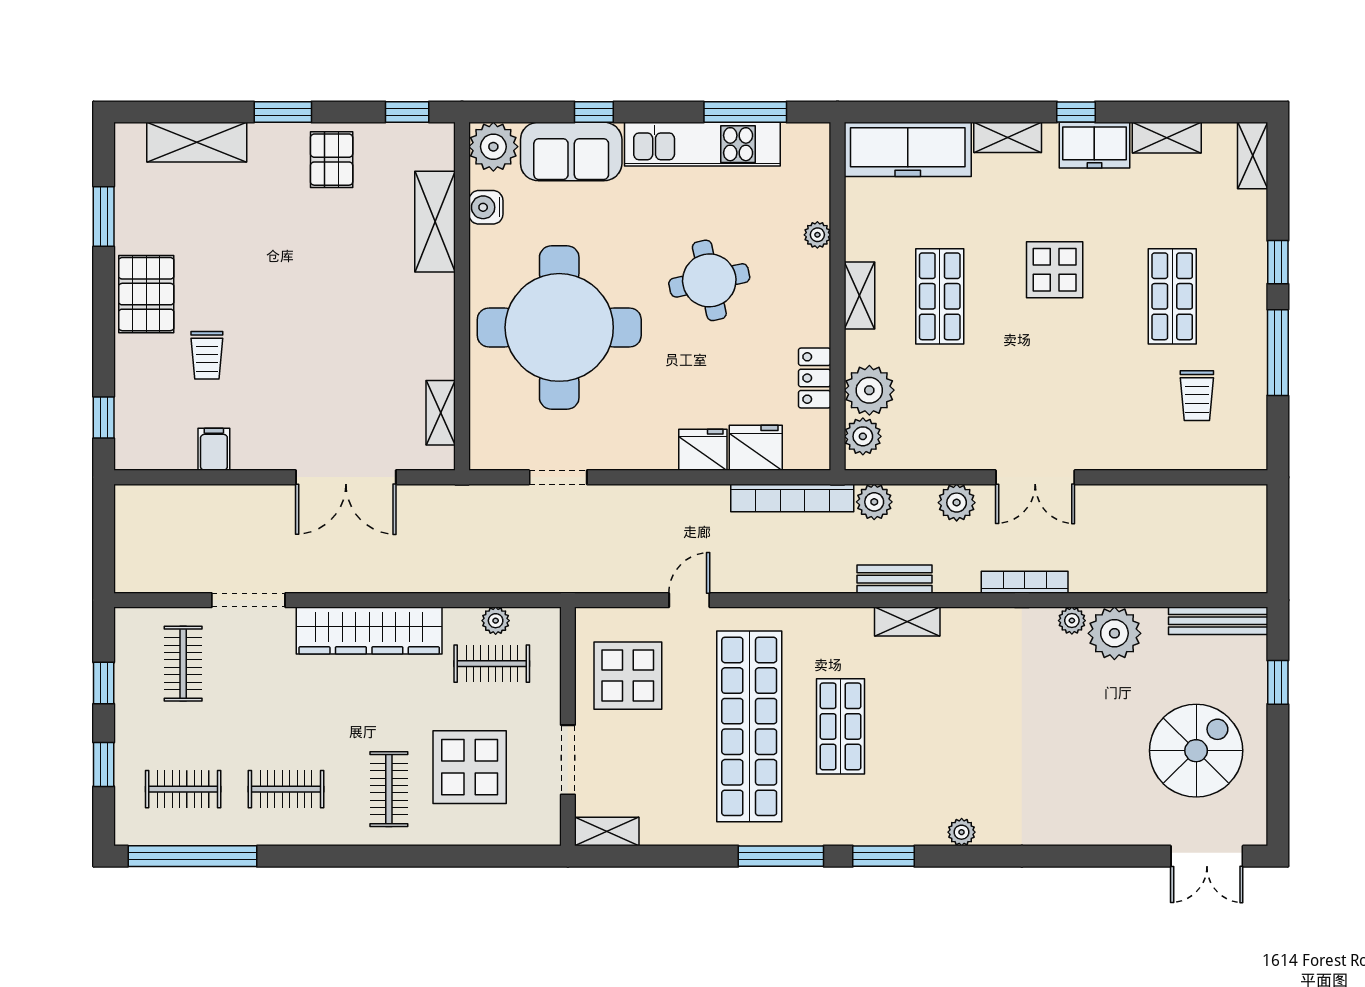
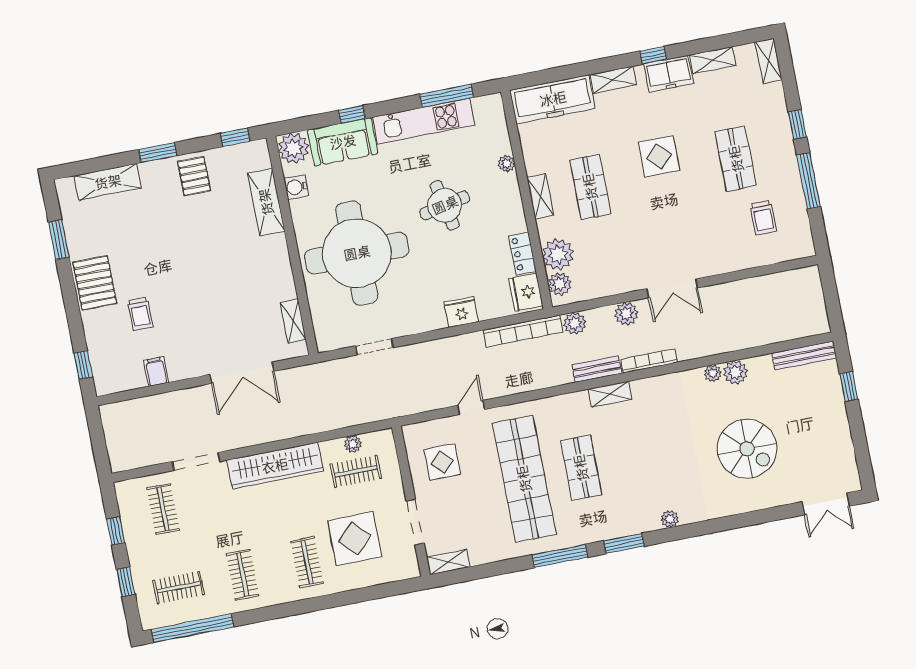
fridge: (756, 448) -> (526, 292), moved, turned -90
bookcase: (1025, 582) -> (649, 361), moved
plant: (1114, 633) -> (736, 372), width x0.73, depth x0.73
display table: (628, 676) -> (442, 462), width x0.73, depth x0.73
spiral stairs: (1196, 751) -> (747, 449), moved, turned 90
clothes rail: (286, 789) -> (243, 575), turned 90

